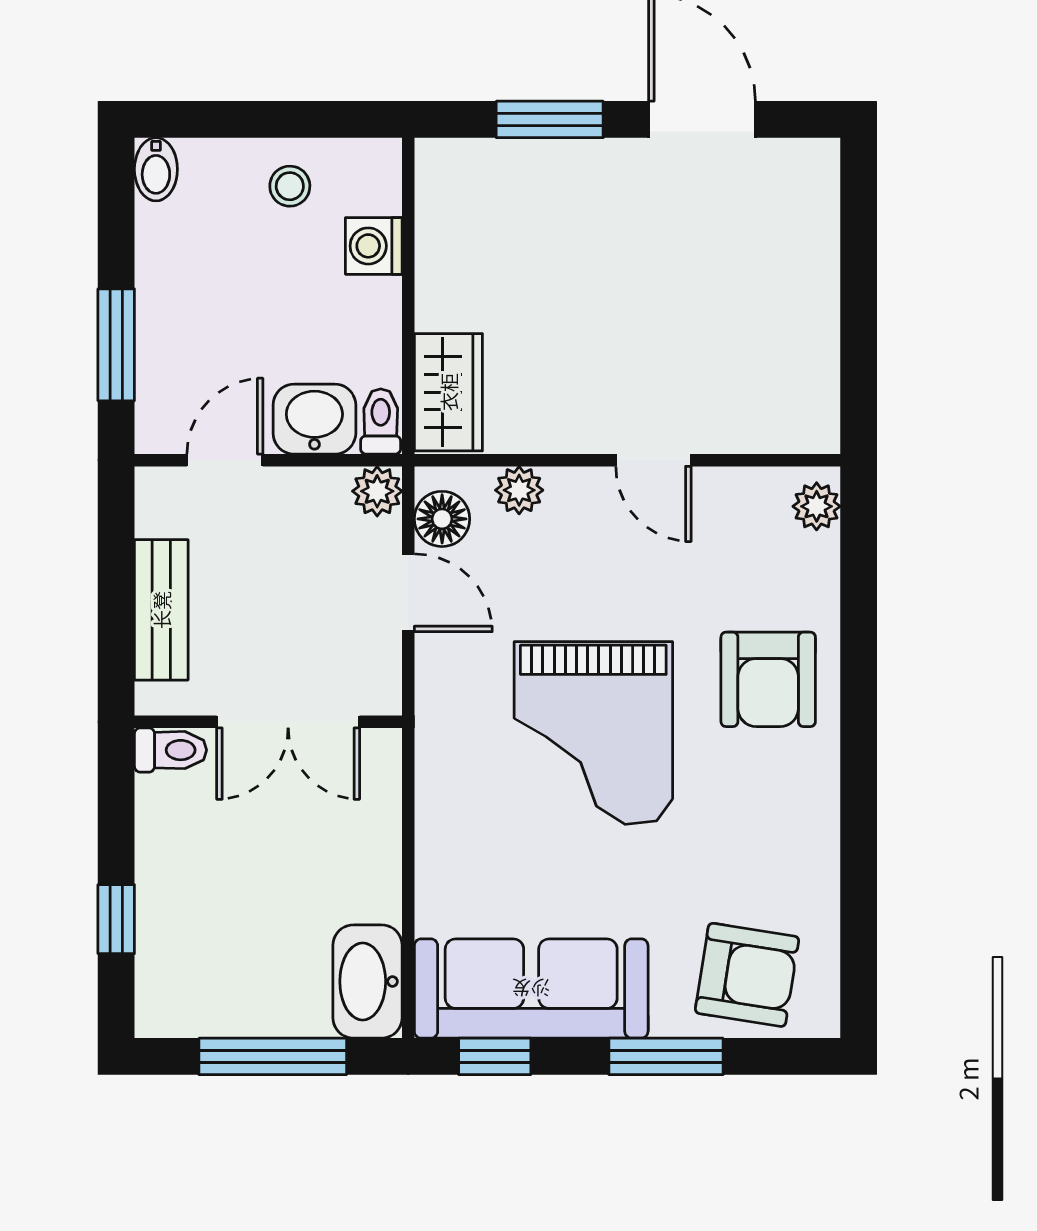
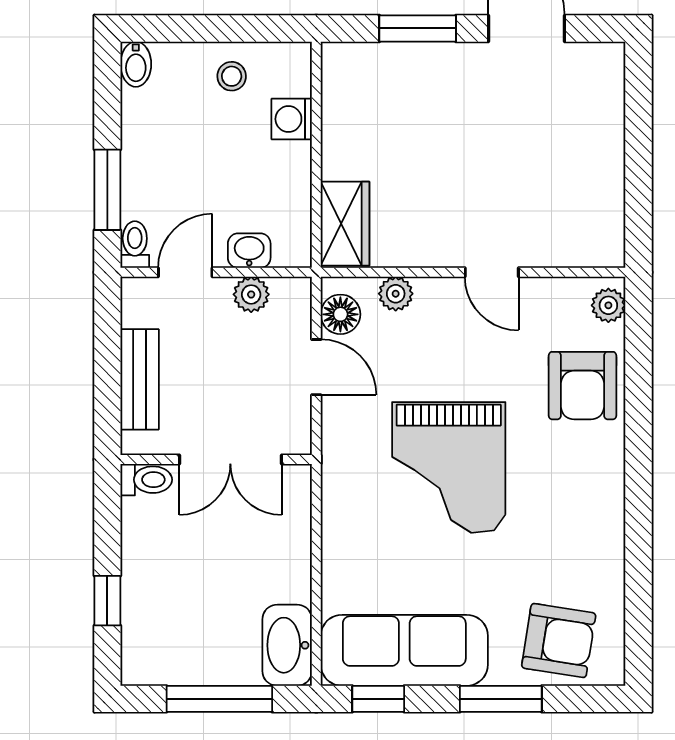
washbasin: (314, 419) -> (249, 251), width x0.72, depth x0.69
toilet: (381, 421) -> (135, 245), moved
plant: (377, 491) -> (251, 294), moved
armchair: (768, 679) -> (582, 386), moved

